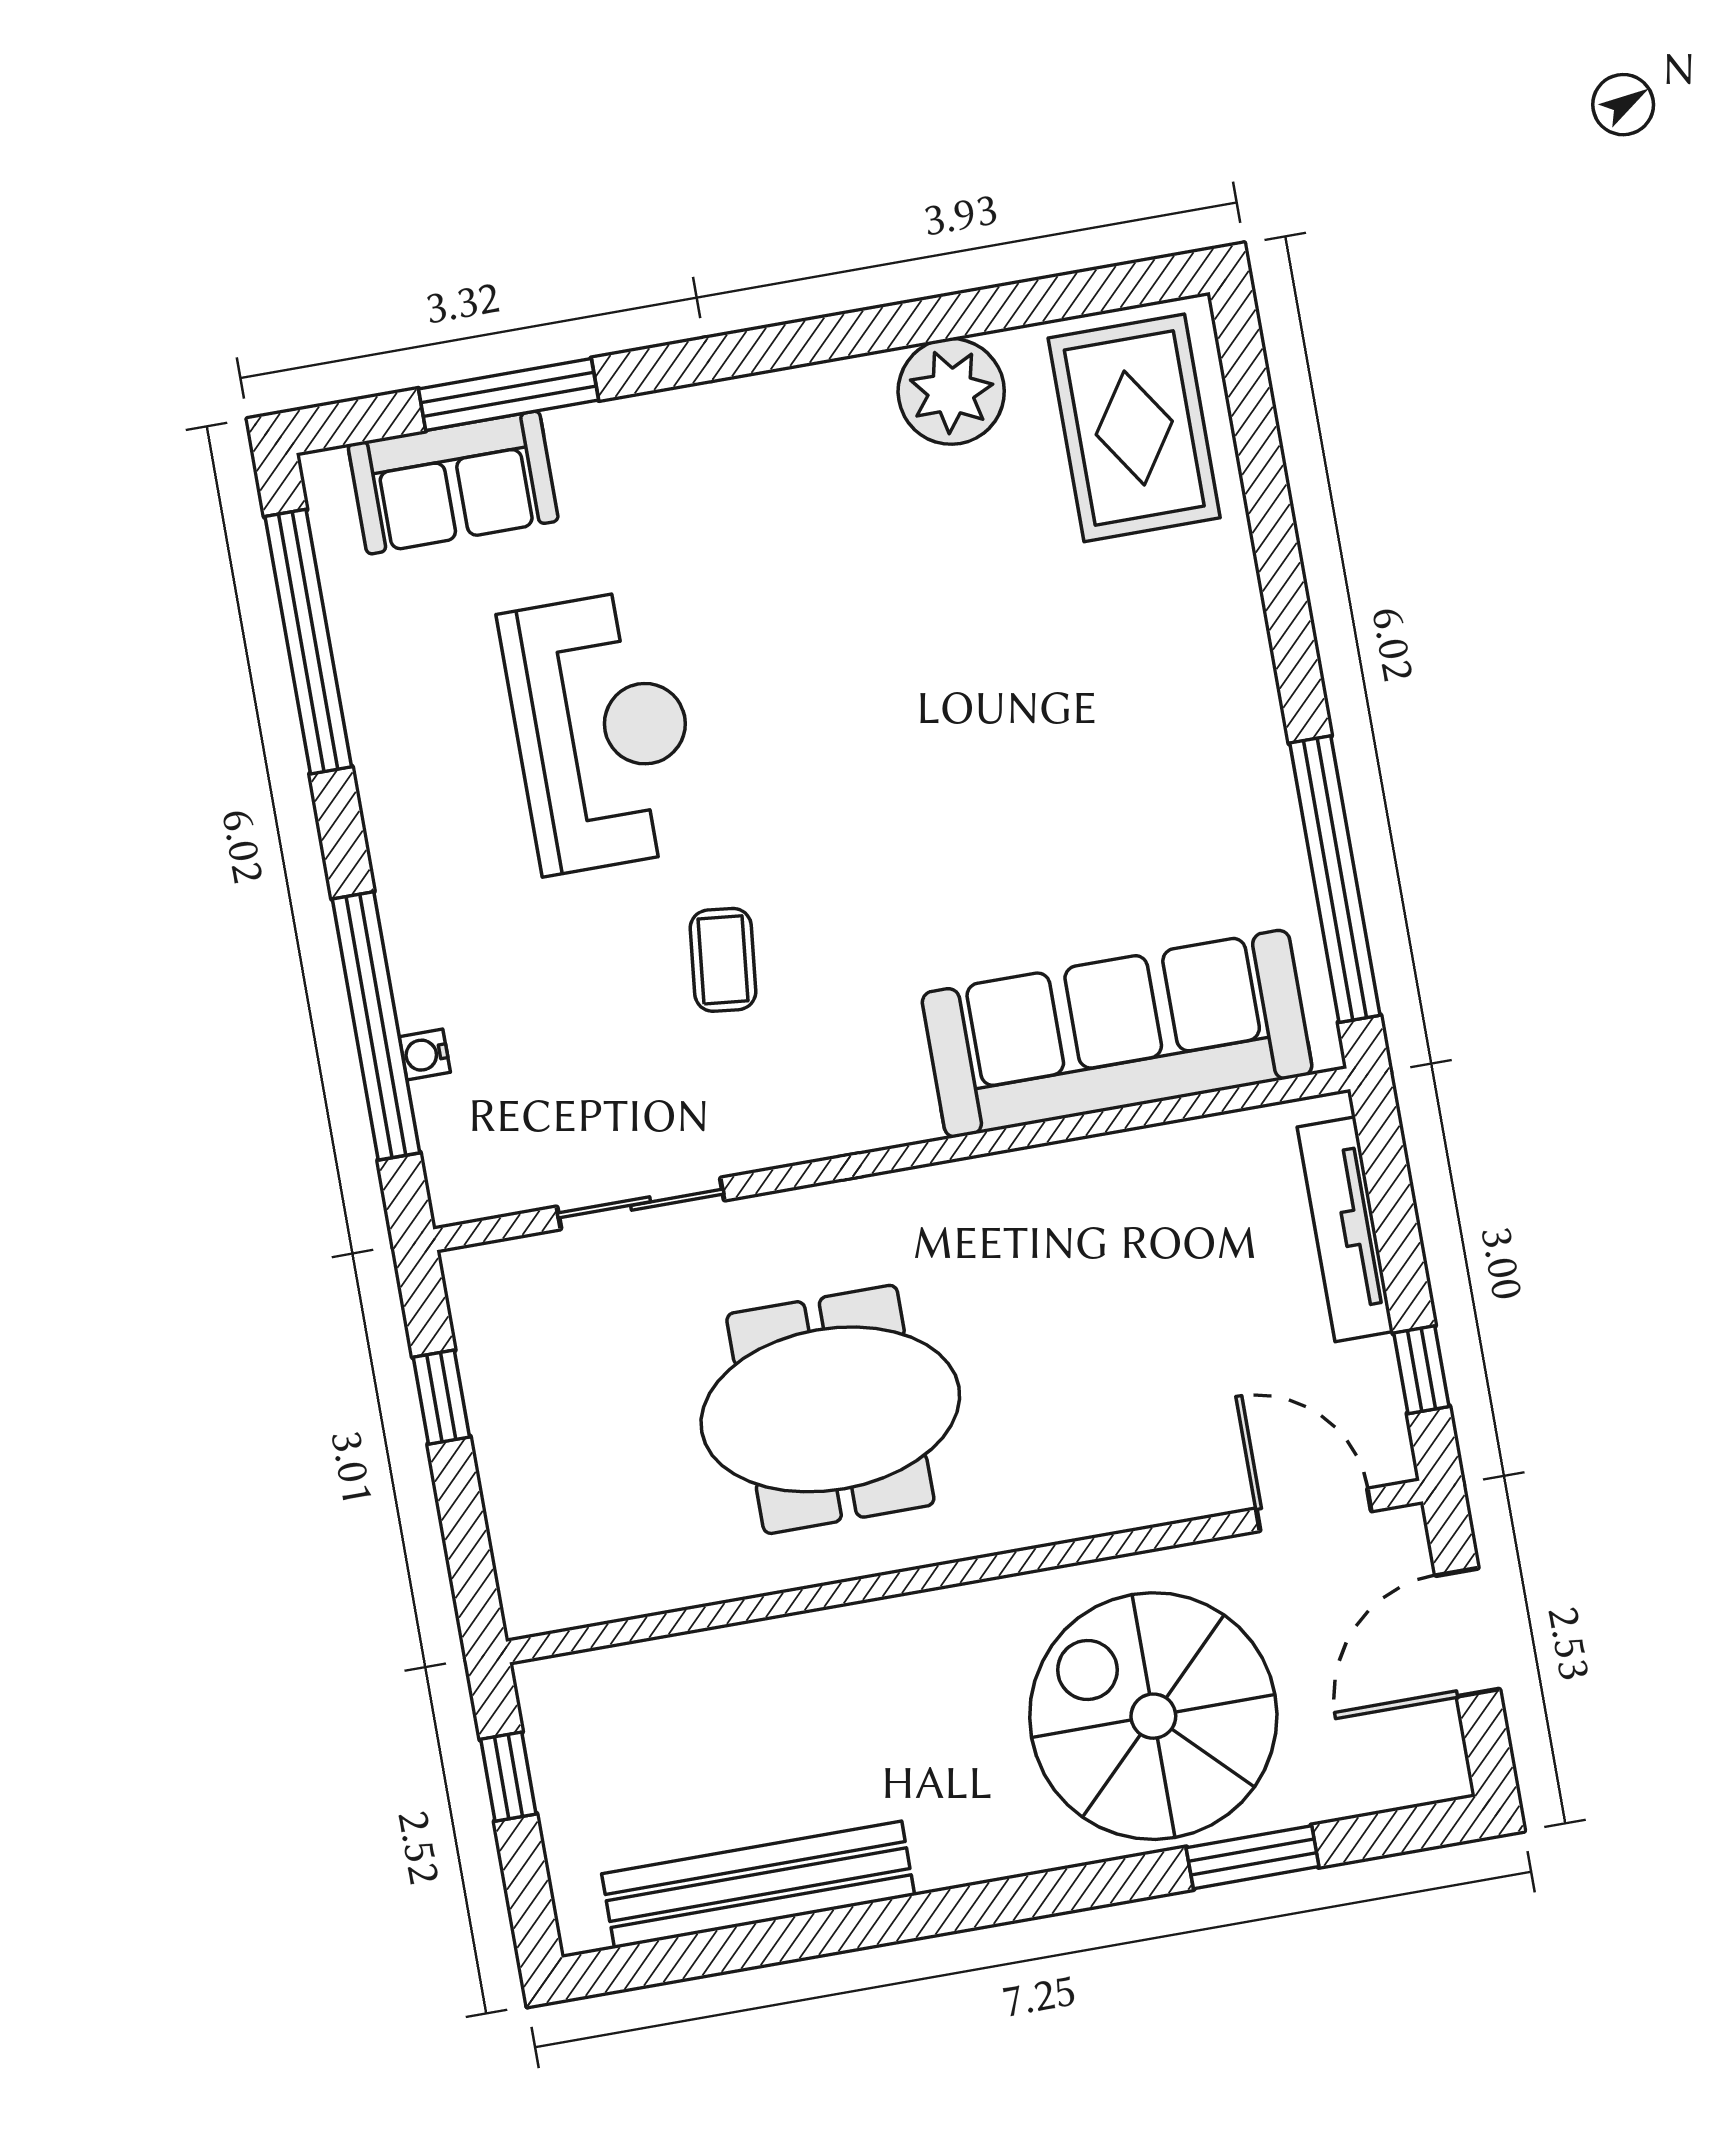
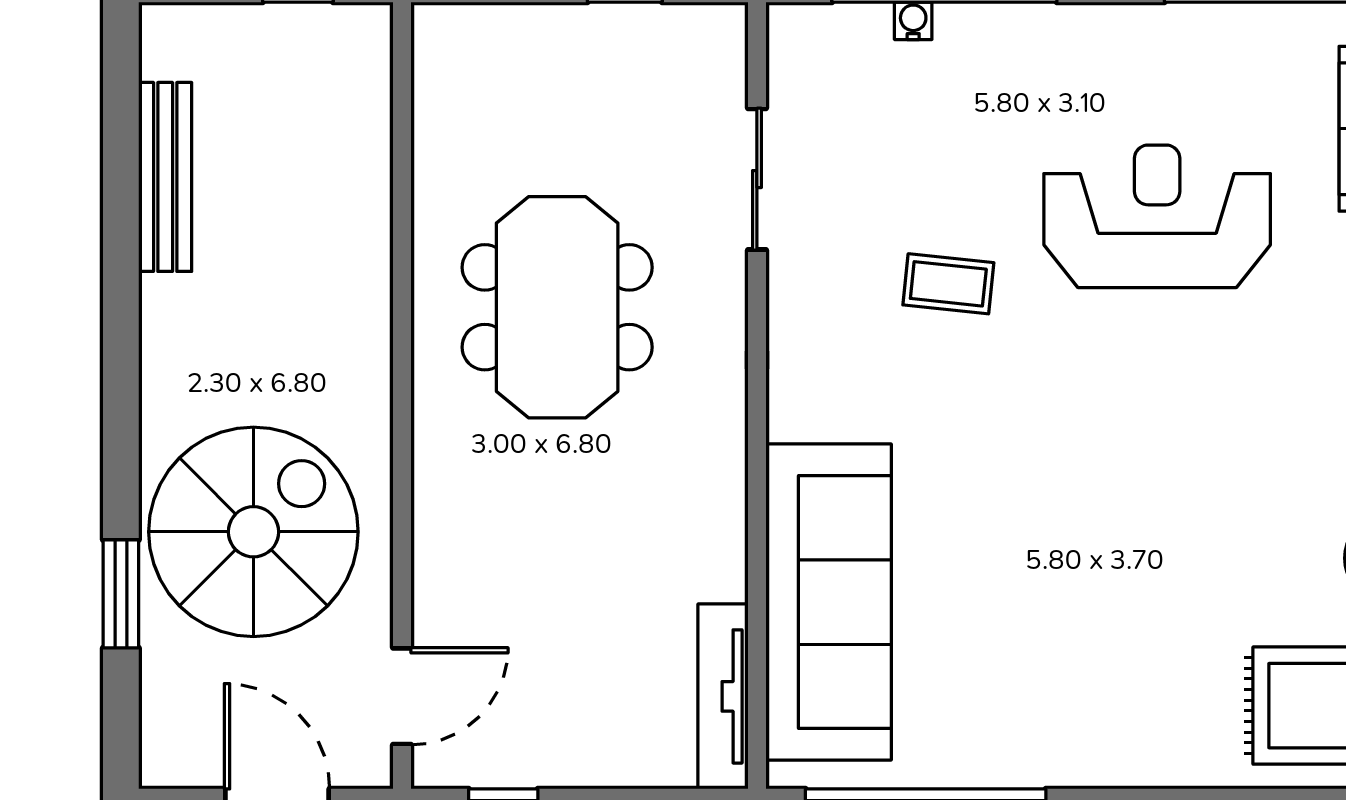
reception desk: (602, 731) -> (1157, 216), turned 180
tv unit: (1345, 1229) -> (723, 696), moved, turned -90
bench: (758, 1885) -> (165, 177), width x0.73, depth x0.82

